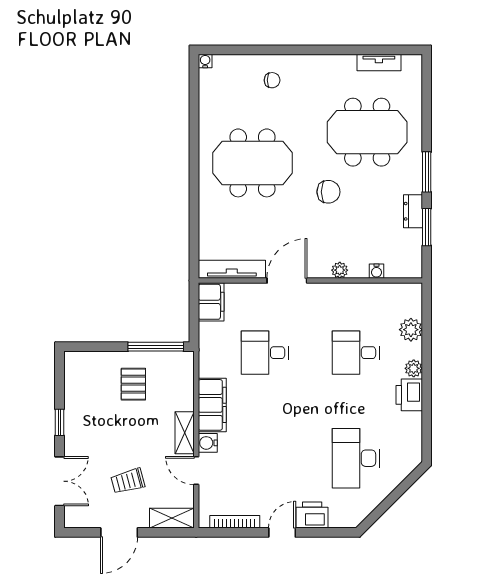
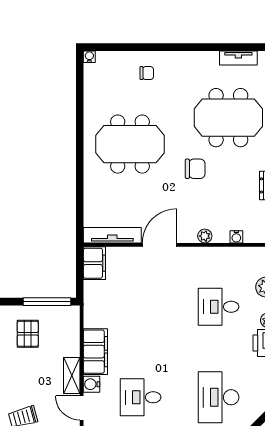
desk: (265, 353) -> (141, 397), moved

